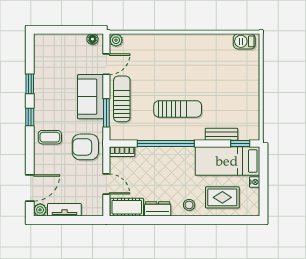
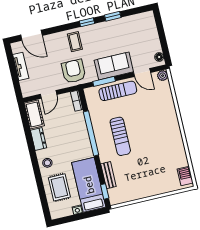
plant: (40, 210) -> (16, 47), removed

